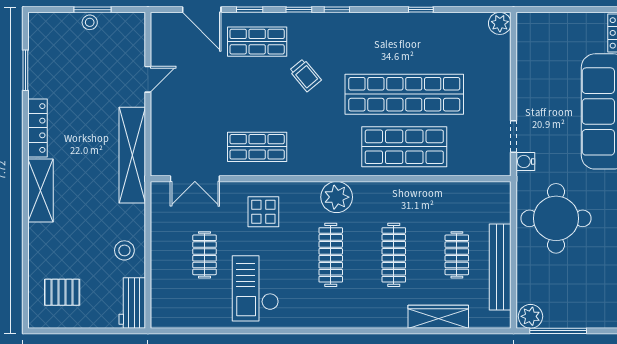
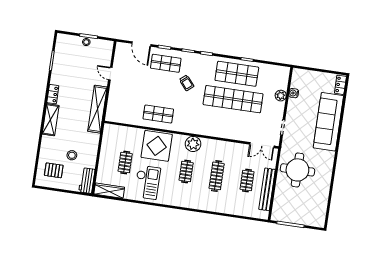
plant: (500, 23) -> (281, 96), moved
door: (148, 79) -> (110, 74), swing flipped
locker: (37, 128) -> (53, 94), width x0.66
shop shelf: (404, 147) -> (237, 74), moved
water cooler: (525, 162) -> (294, 93), moved
double door: (195, 179) -> (262, 145), moved
display table: (263, 212) -> (157, 146), width x1.86, depth x1.86
stool: (124, 250) -> (72, 155), moved
clothes rail: (331, 255) -> (186, 171), width x0.73
checkout: (255, 288) -> (147, 182), turned 180
plant: (530, 316) -> (278, 215), removed
wardrobe: (438, 317) -> (109, 191), moved

